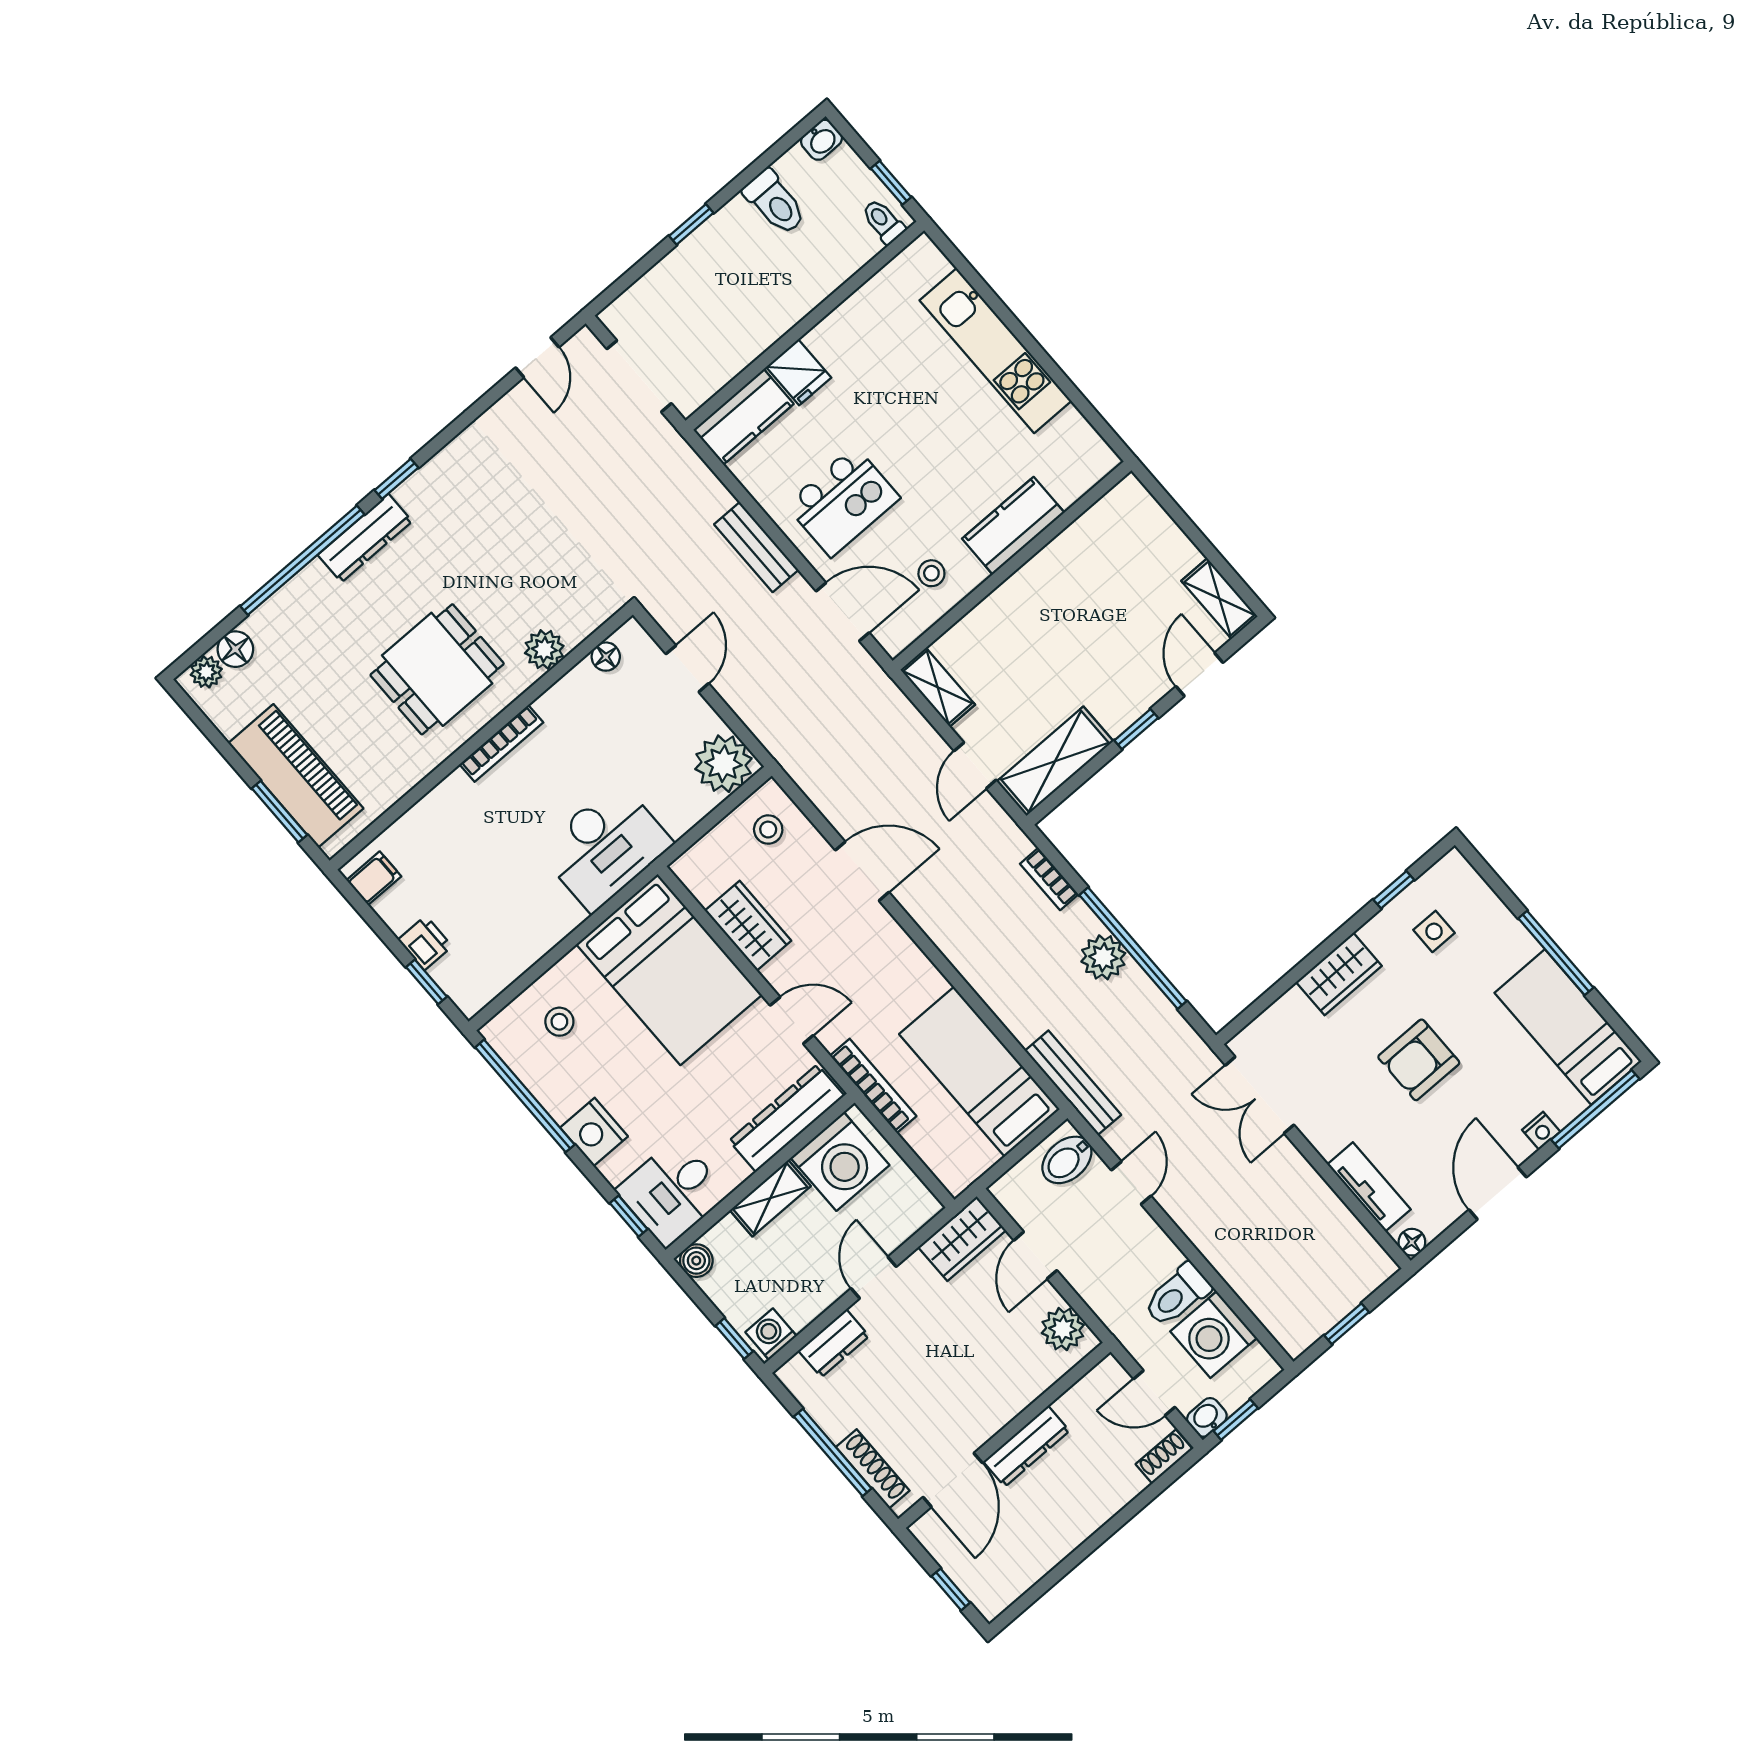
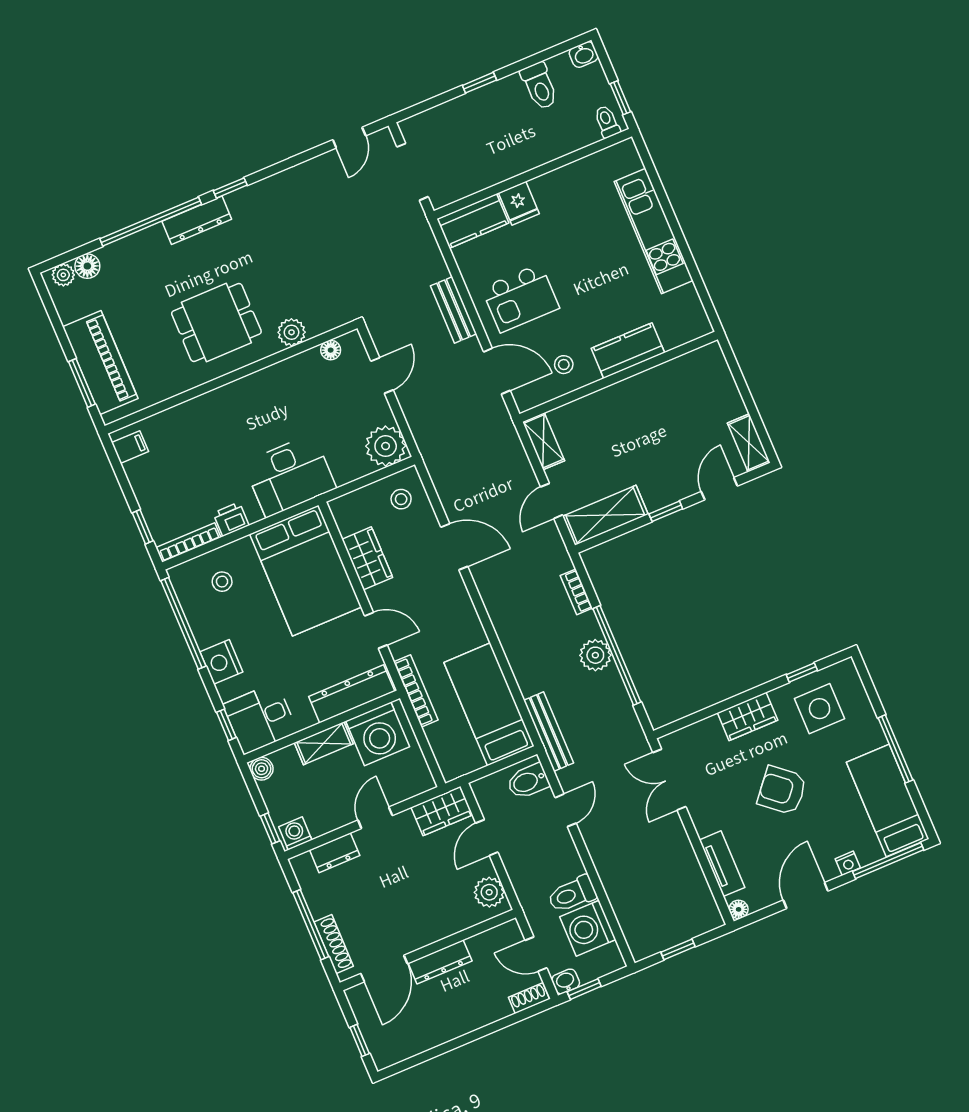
bookcase: (501, 743) -> (189, 542), moved, turned 180
side table: (1434, 931) -> (820, 709), width x1.87, depth x1.87
printer: (425, 943) -> (231, 519), moved, turned -90
armchair: (1419, 1060) -> (782, 790), turned 40

